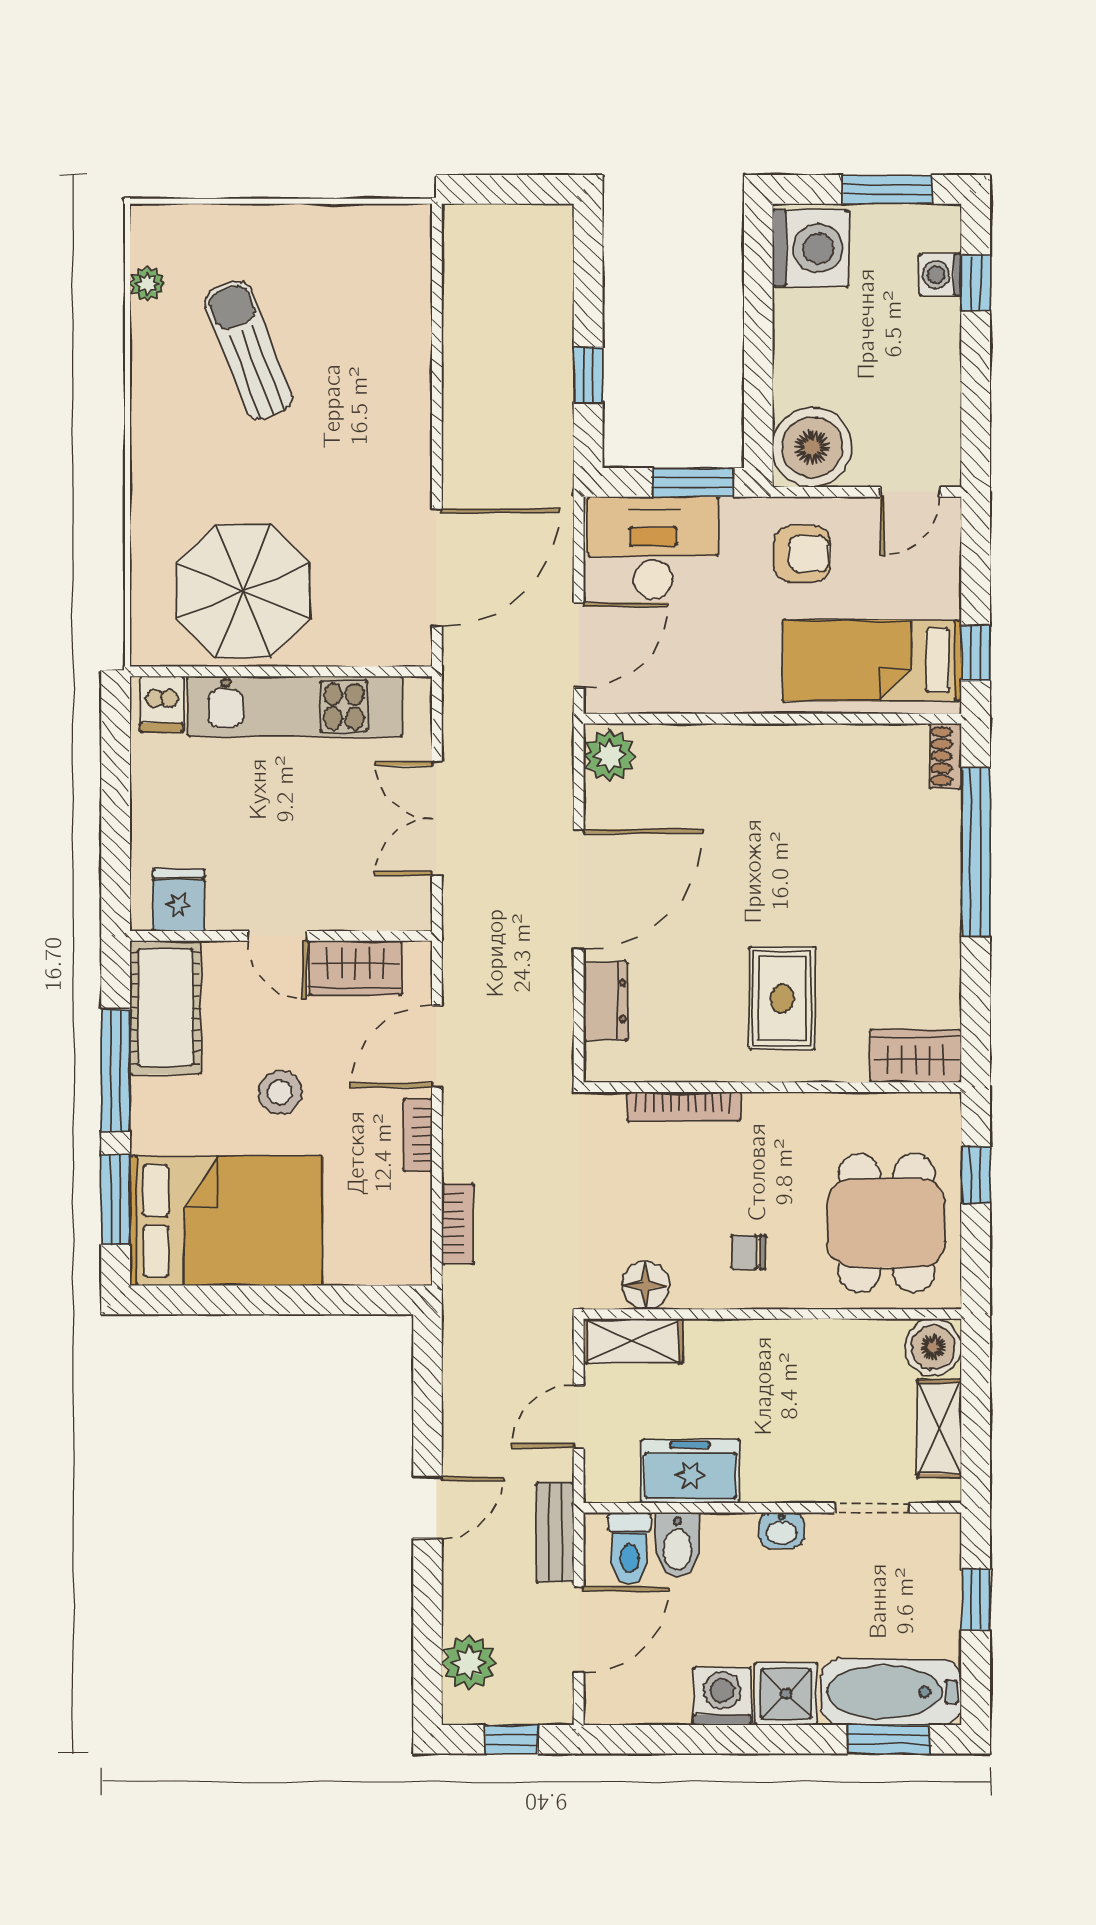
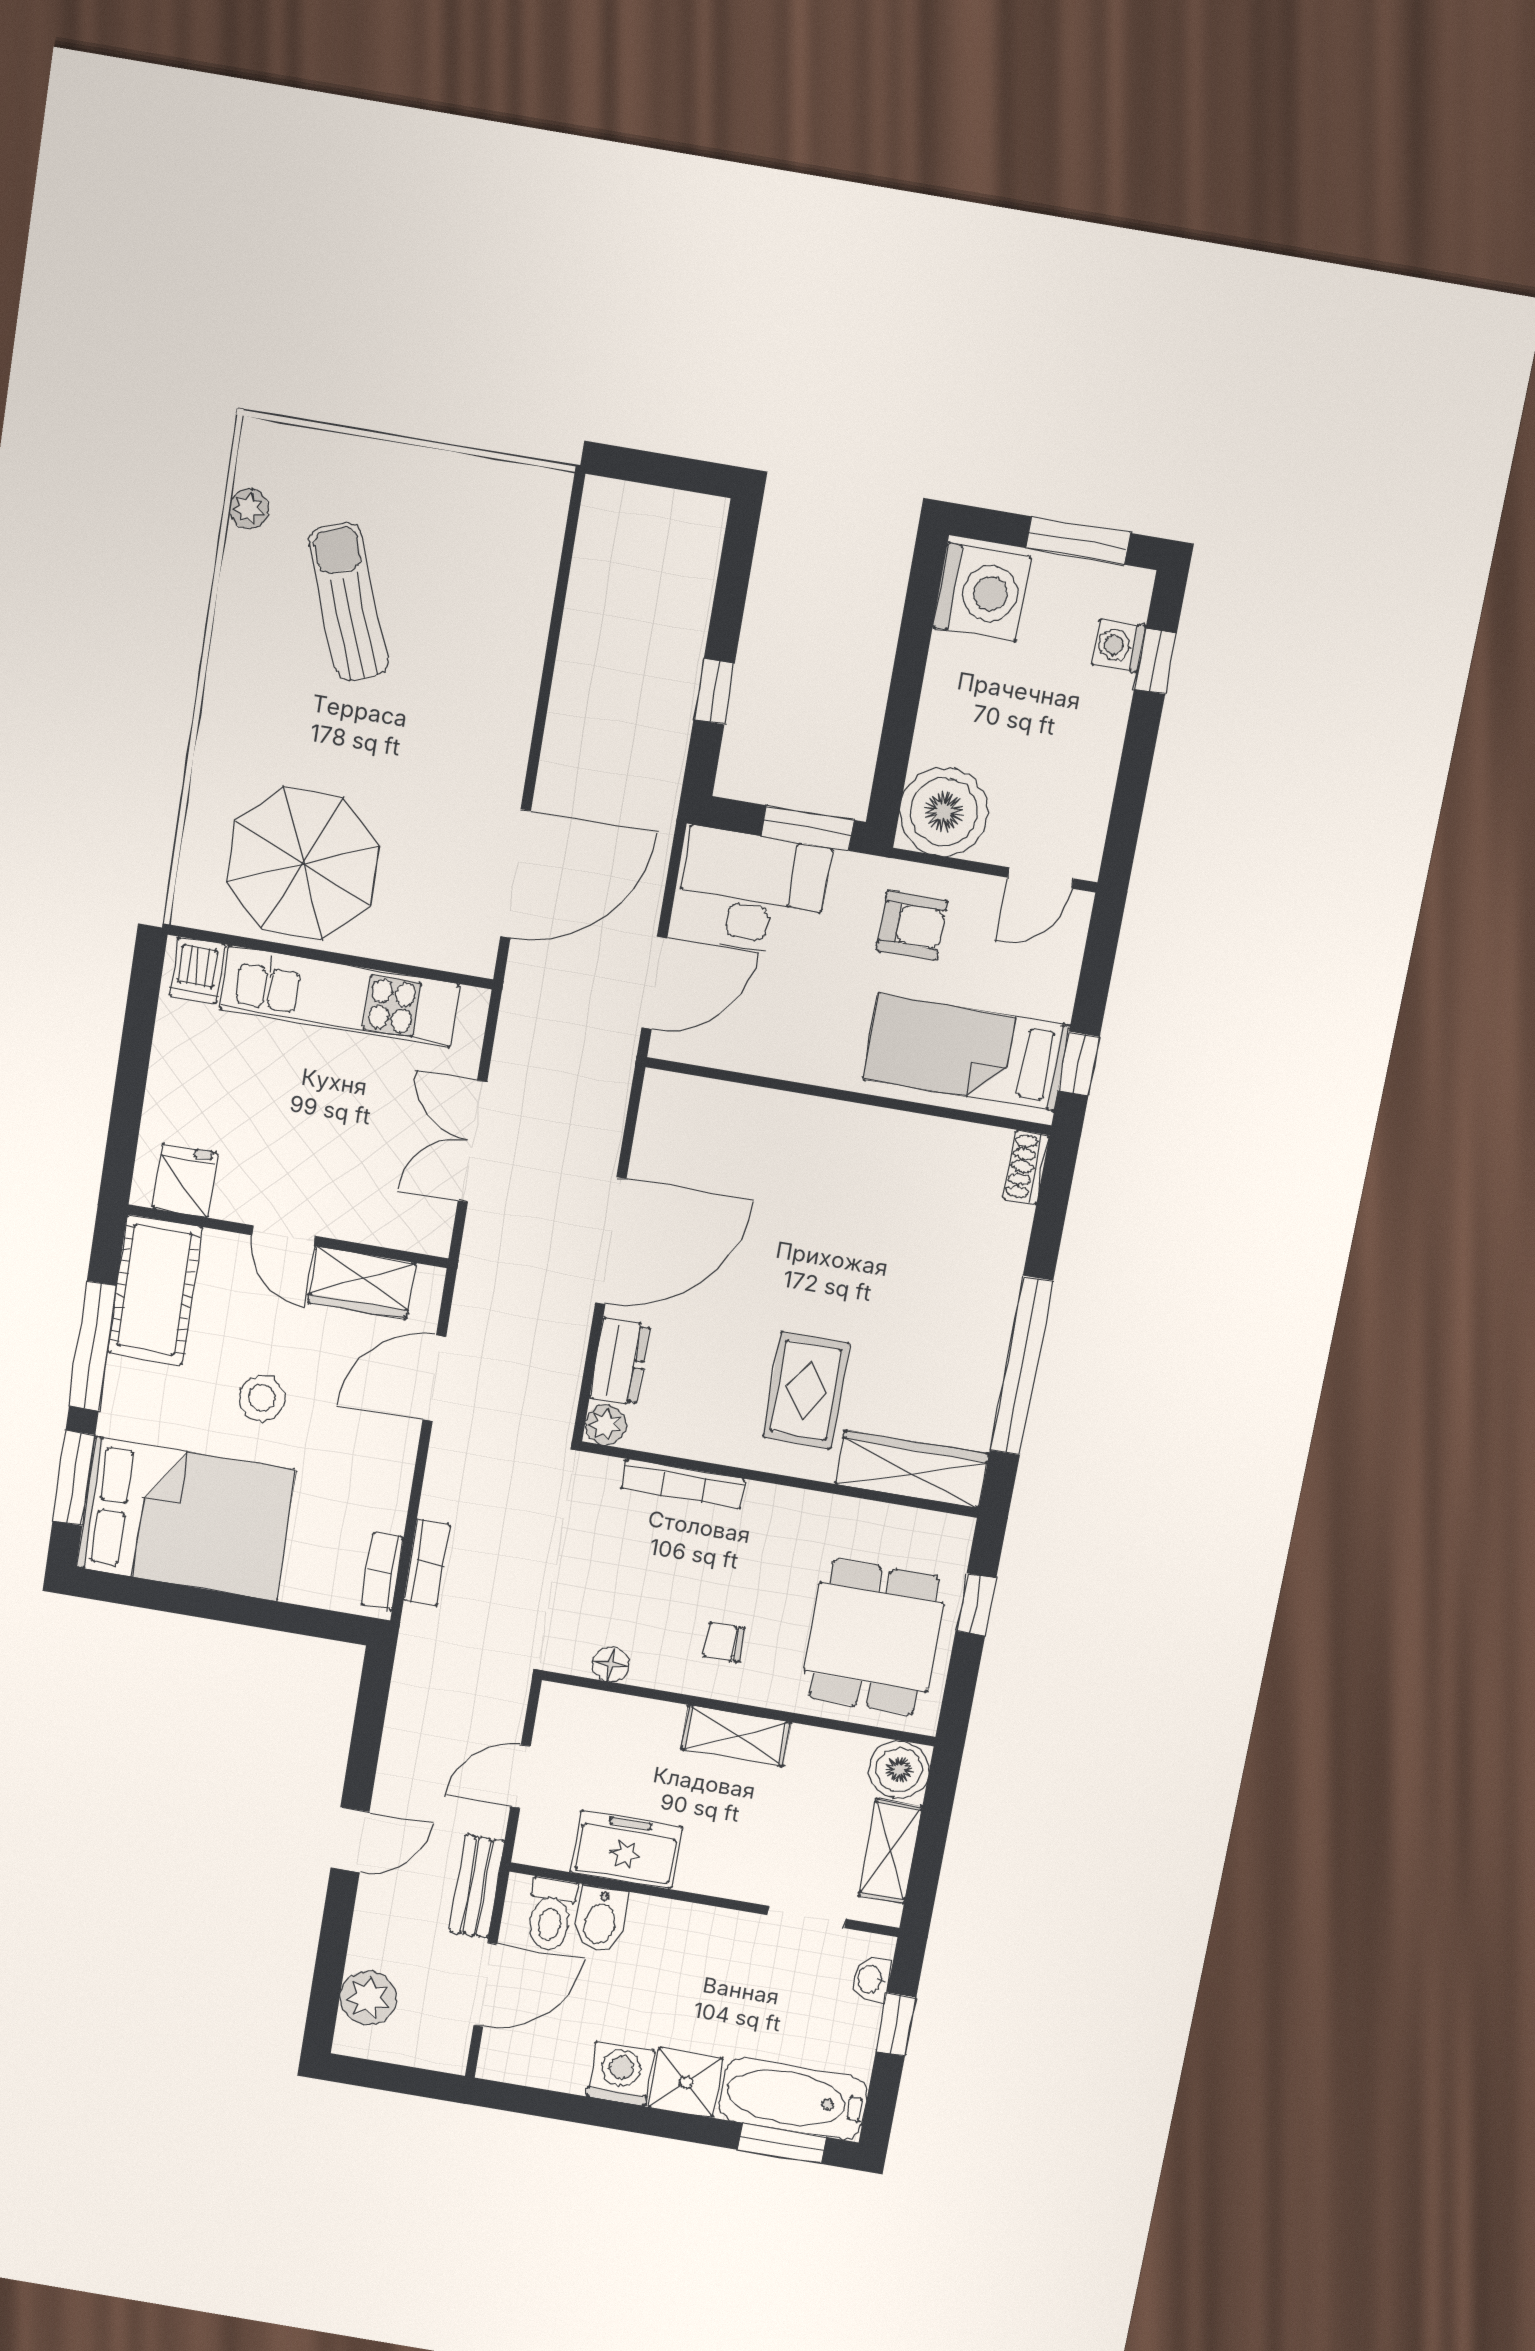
plant: (610, 756) -> (605, 1425), moved, width x0.73, depth x0.73
window: (976, 852) -> (1021, 1366), moved
wardrobe: (916, 1056) -> (912, 1469), width x1.50
bookcase: (418, 1135) -> (383, 1571), moved
floor lamp: (646, 1286) -> (611, 1664), width x0.73, depth x0.73
shelving: (633, 1341) -> (736, 1736), moved
washbasin: (782, 1530) -> (871, 1979), moved, turned 90
window: (511, 1739) -> (399, 2079), removed

